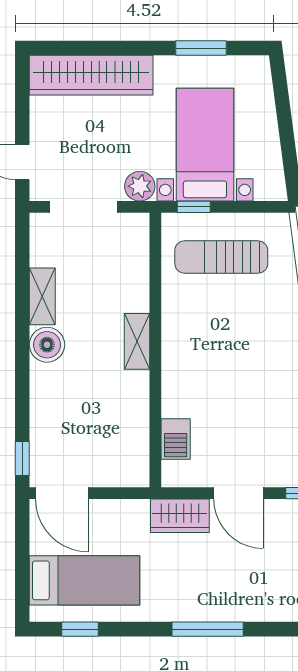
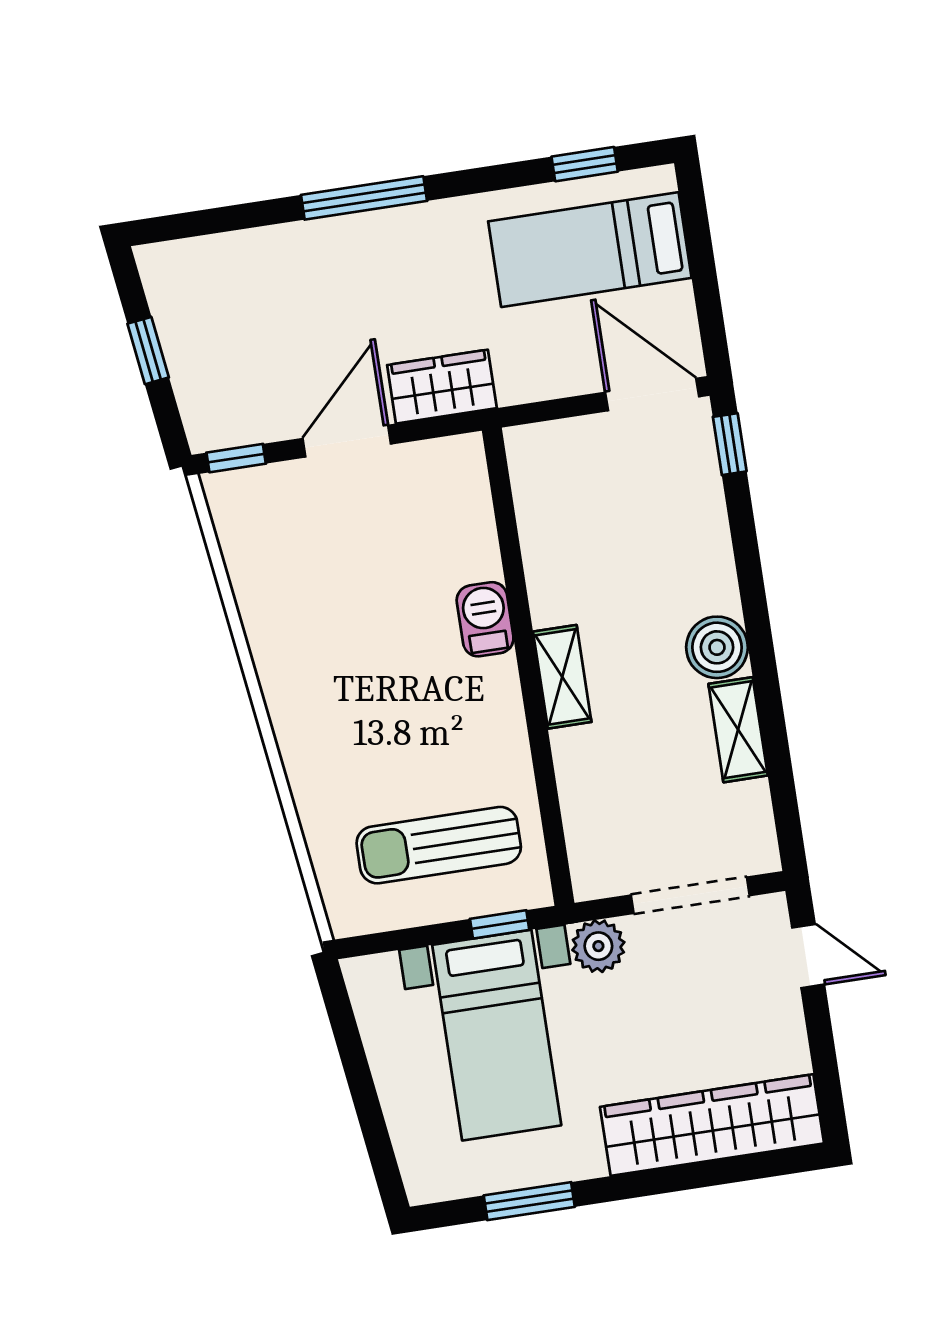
sun lounger: (221, 257) -> (439, 845), turned 180
barbecue: (176, 439) -> (485, 619), moved
door: (238, 493) -> (347, 441), hinge flipped

